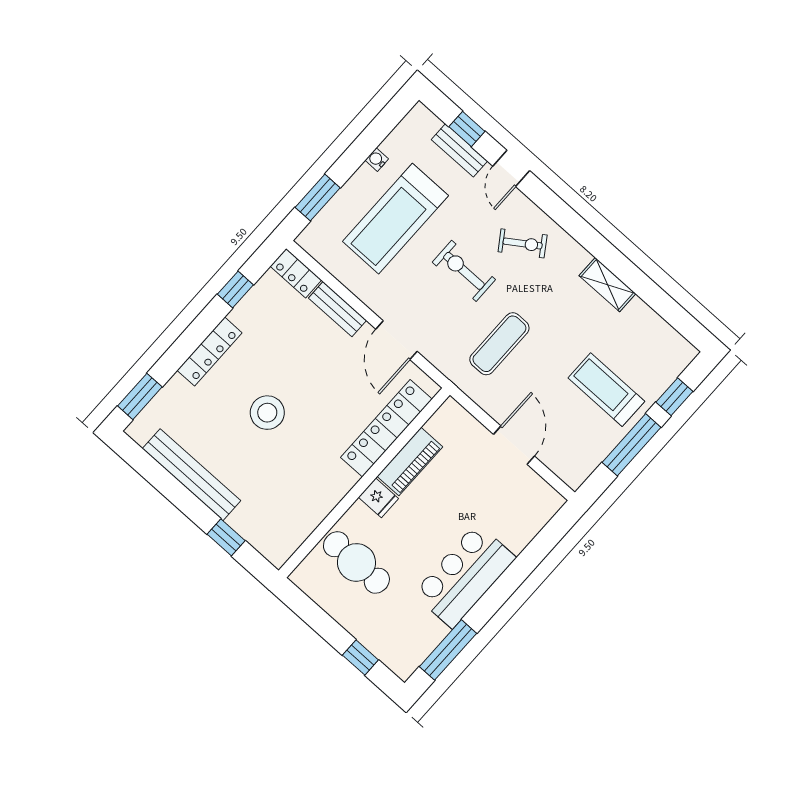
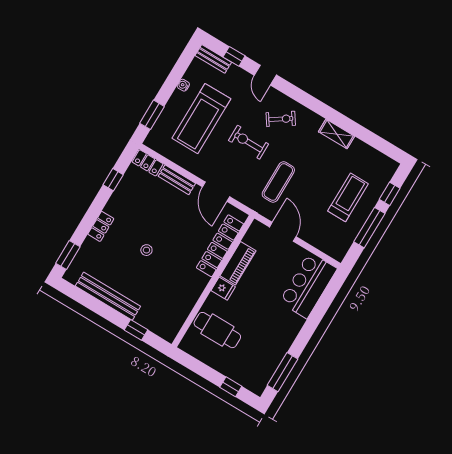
bench: (459, 150) -> (213, 59), moved
locker: (210, 352) -> (101, 226), width x0.66
treadmill: (606, 390) -> (348, 197), turned 90
stool: (267, 413) -> (146, 250), width x0.53, depth x0.53
door: (514, 445) -> (283, 232), moved
bar counter: (465, 576) -> (308, 285), moved

